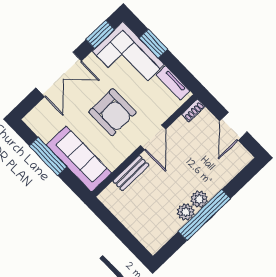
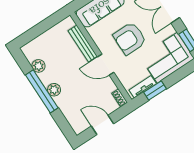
window: (153, 44) -> (155, 90), moved
bench: (131, 173) -> (83, 43), width x1.36
plant: (186, 212) -> (39, 66), moved

